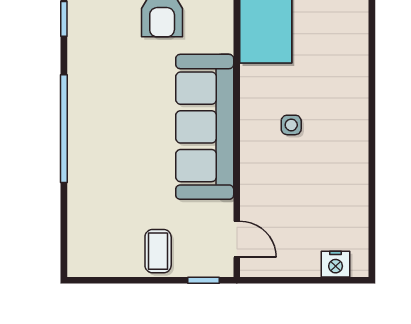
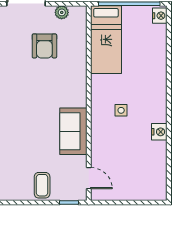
sofa: (205, 127) -> (73, 131), width x0.54, depth x0.79
nightstand: (336, 264) -> (159, 132), moved, turned -90

